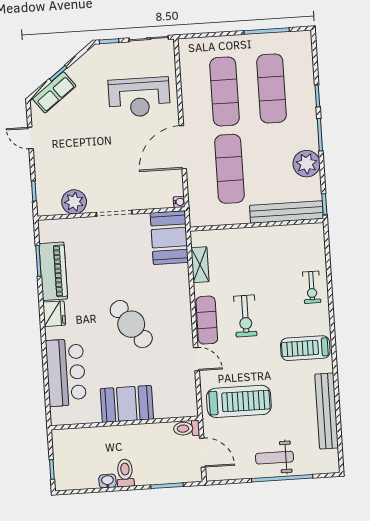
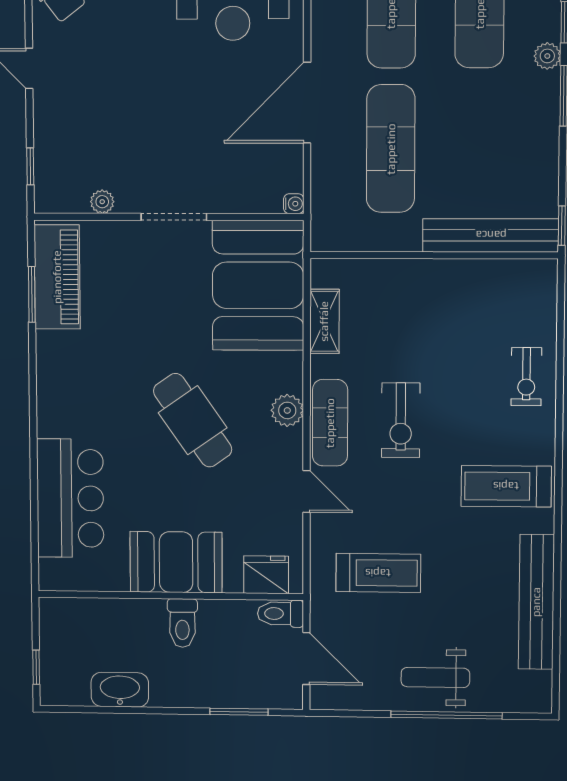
plant: (307, 164) -> (547, 56), moved, width x0.53, depth x0.53
plant: (74, 202) -> (102, 202), width x0.53, depth x0.53
booth: (169, 238) -> (258, 285), width x1.36, depth x1.42
piano: (53, 271) -> (57, 277), moved
fridge: (54, 314) -> (266, 575), moved, turned -90
plant: (183, 315) -> (287, 410), added
treadmill: (239, 401) -> (378, 573), width x0.73, depth x0.73
toilet: (125, 473) -> (182, 623), moved, turned 180
washbasin: (108, 481) -> (120, 690), width x1.91, depth x1.45

